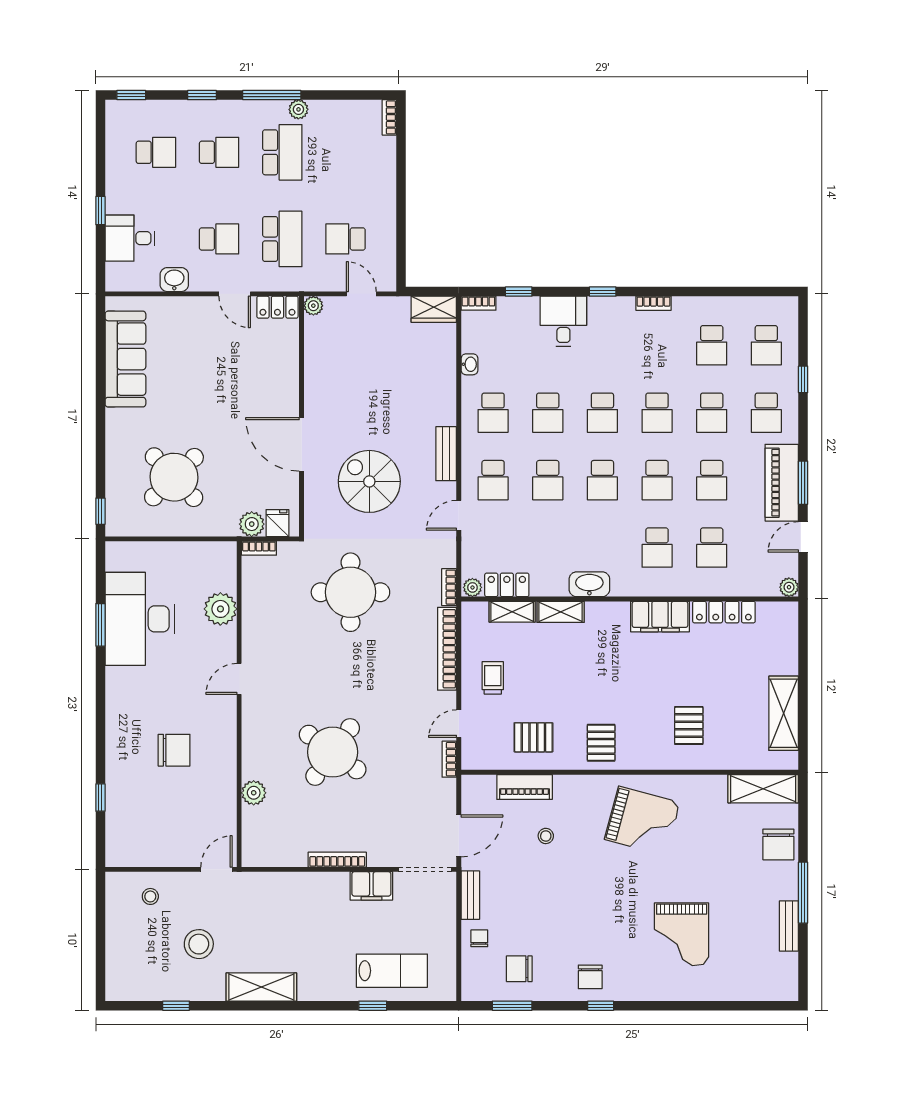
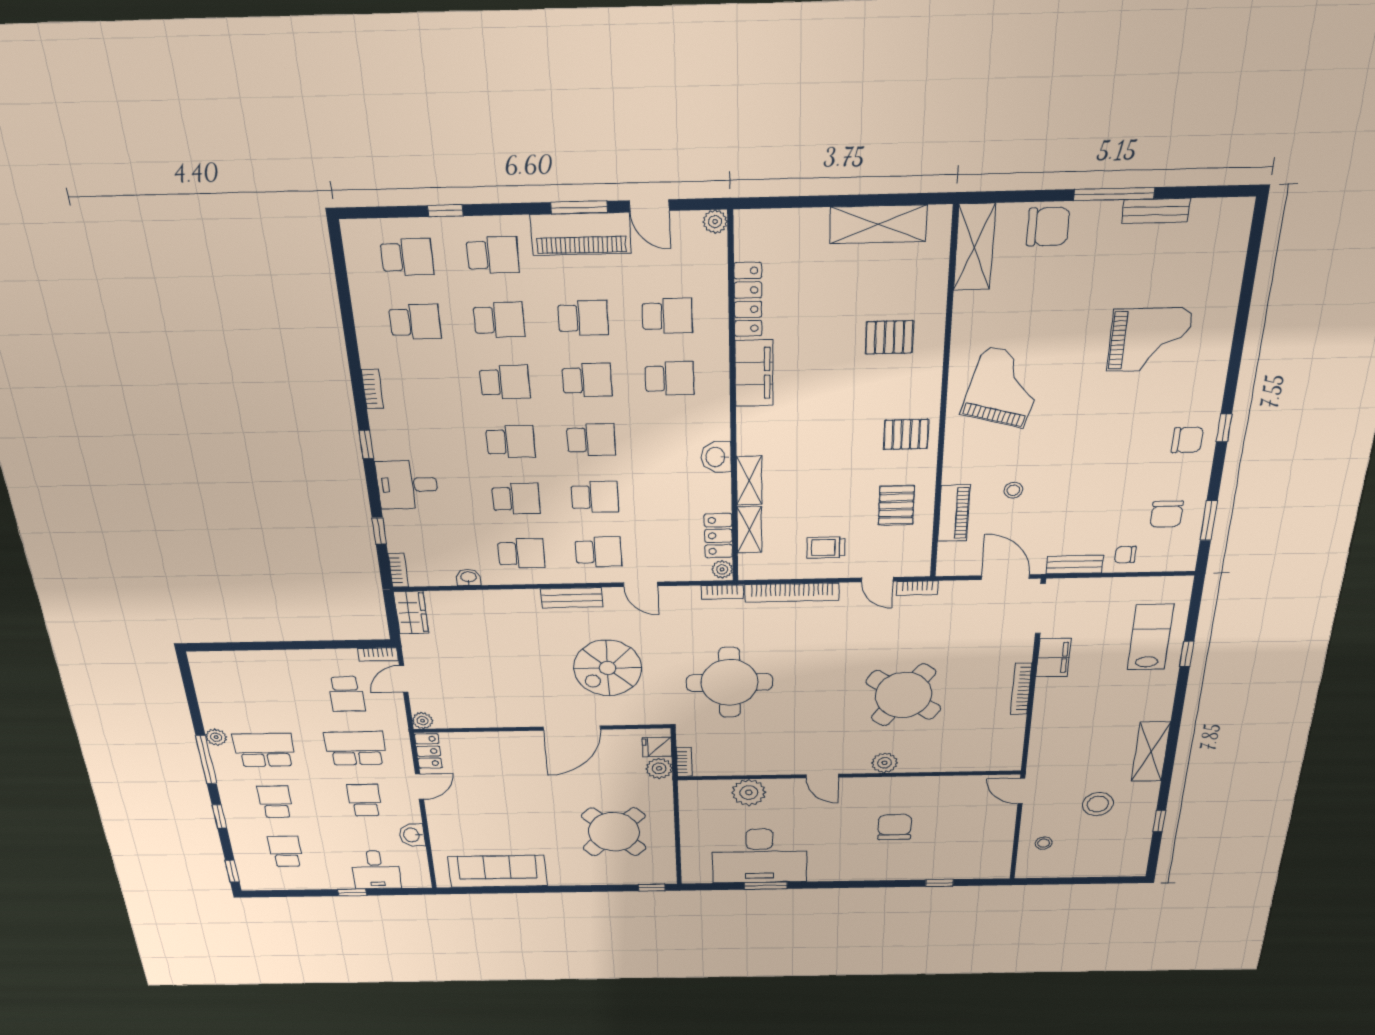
bookcase: (389, 117) -> (378, 654), moved
washbasin: (589, 584) -> (716, 457), width x0.72
plant: (254, 793) -> (884, 763), moved

